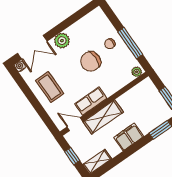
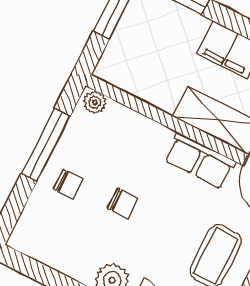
chair: (91, 61) -> (123, 203), width x0.54, depth x0.54

